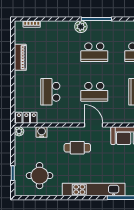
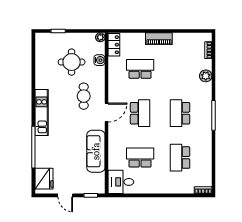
plant: (81, 27) -> (206, 76), moved
piano: (20, 57) -> (159, 39), moved
school desk: (94, 92) -> (140, 113), turned 180
round table: (40, 176) -> (72, 62), moved
kitchen unit: (94, 189) -> (42, 113), width x0.73

